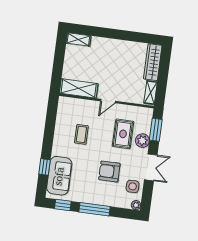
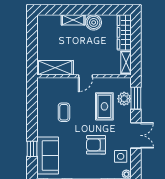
shelving: (78, 39) -> (73, 20), moved
boiler: (123, 48) -> (94, 22), added
plant: (142, 141) -> (124, 99), moved

